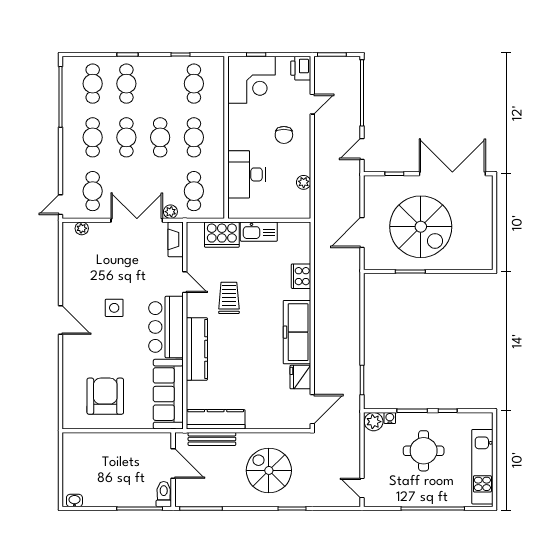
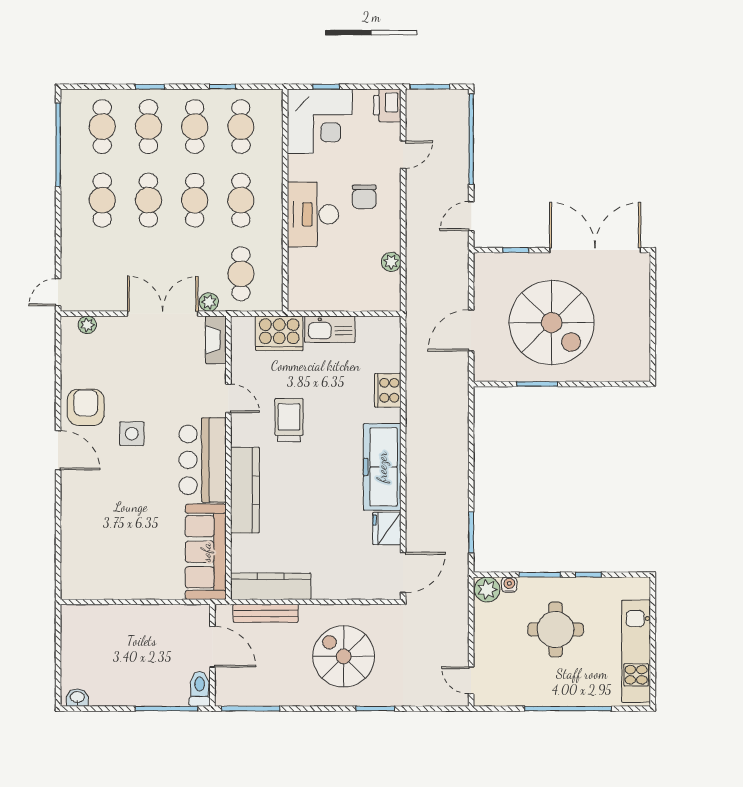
desk: (246, 174) -> (313, 214), moved
cafe table: (93, 191) -> (195, 127), moved
armchair: (105, 396) -> (86, 407), moved, width x0.73, depth x0.73

